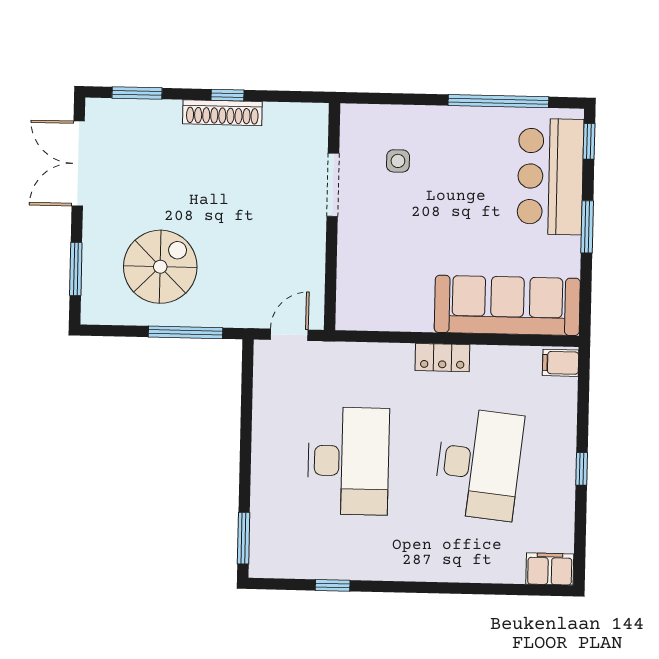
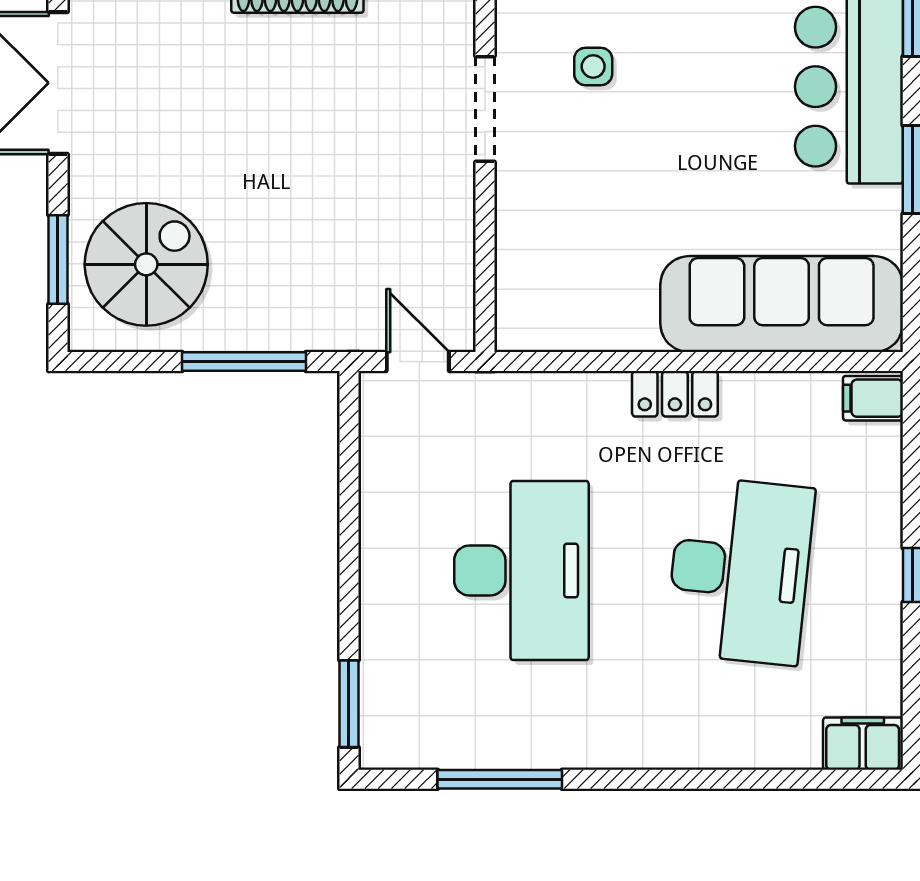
spiral stairs: (160, 267) -> (146, 264), moved
door: (289, 335) -> (418, 362), hinge flipped
window: (333, 585) -> (500, 779), width x2.17

